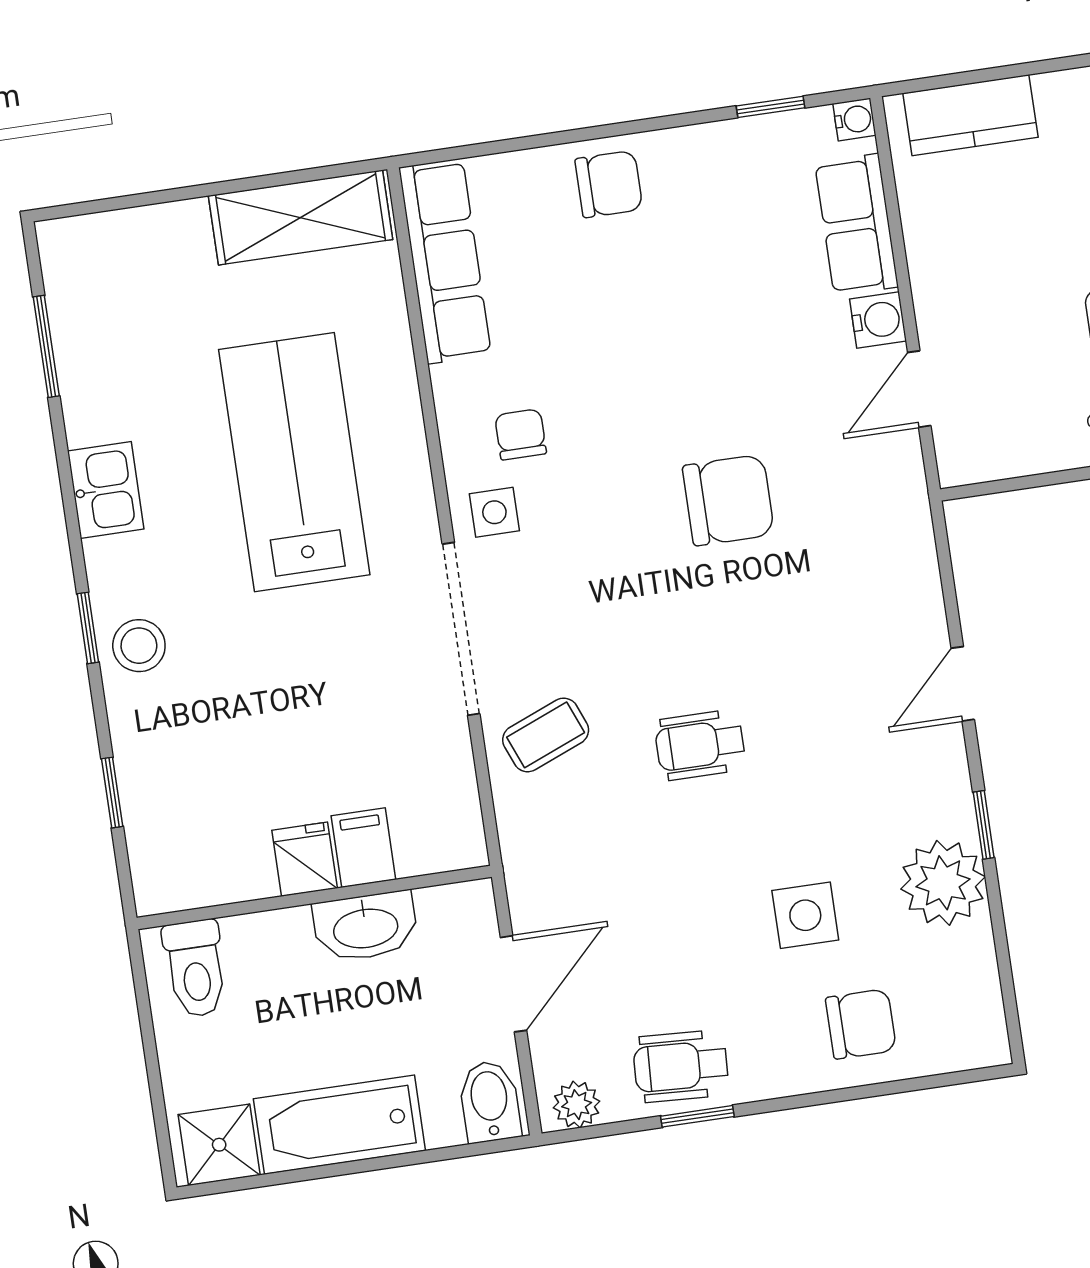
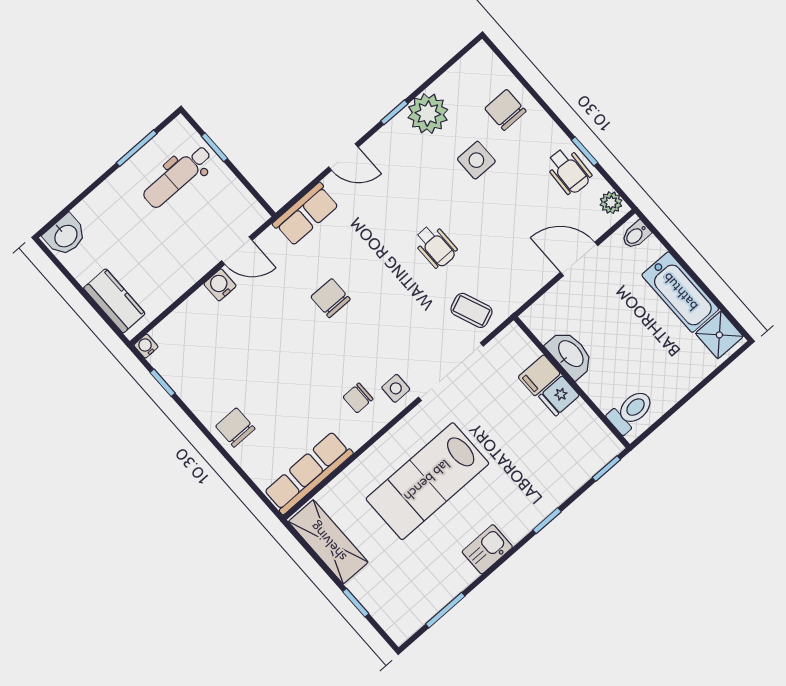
window: (162, 197) -> (356, 603), added
row of seats: (856, 225) -> (306, 214), moved
chair: (728, 500) -> (331, 298), width x0.73, depth x0.73
stool: (139, 646) -> (541, 496), removed
filing cabinet: (363, 848) -> (539, 375), moved
fridge: (305, 859) -> (559, 396), moved
wall: (314, 897) -> (572, 382), moved
washbasin: (365, 927) -> (570, 354), moved
toilet: (195, 969) -> (631, 411), moved
bidet: (490, 1101) -> (636, 235), width x0.72, depth x0.74

